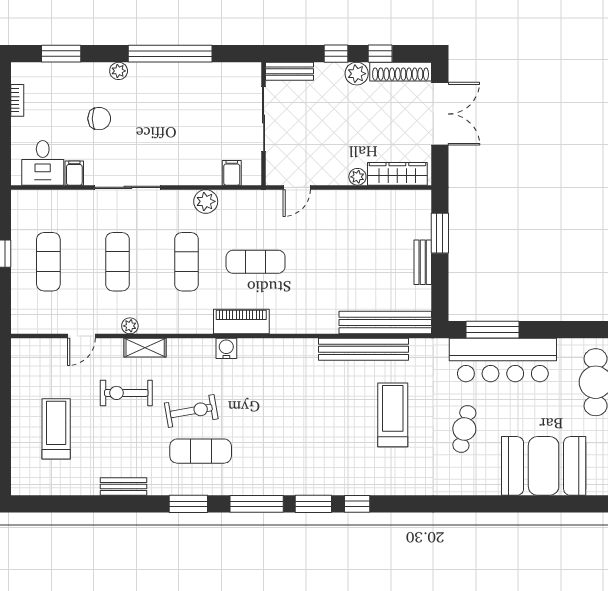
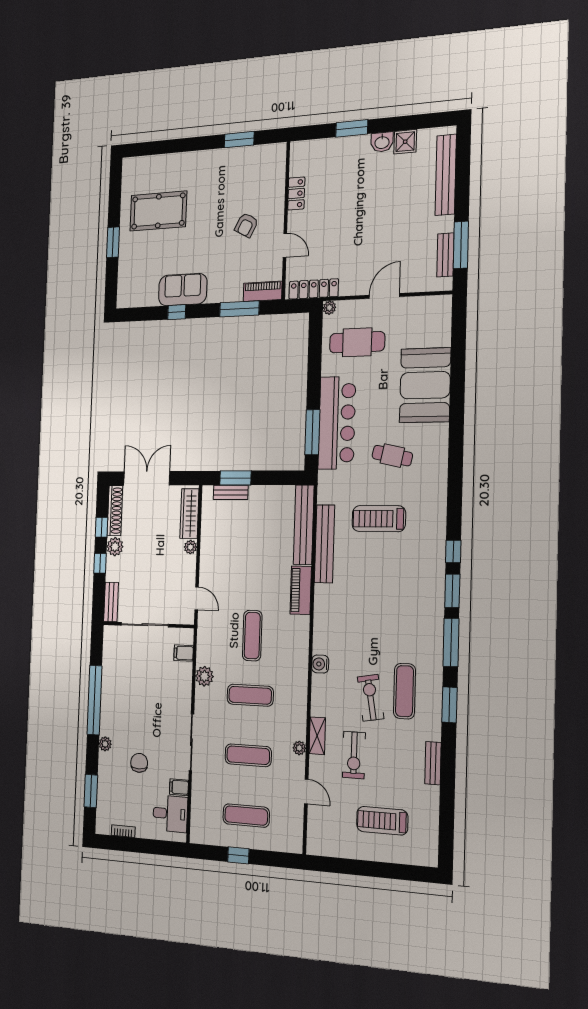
bench: (423, 262) -> (231, 492), moved
piano: (241, 322) -> (301, 590), moved

